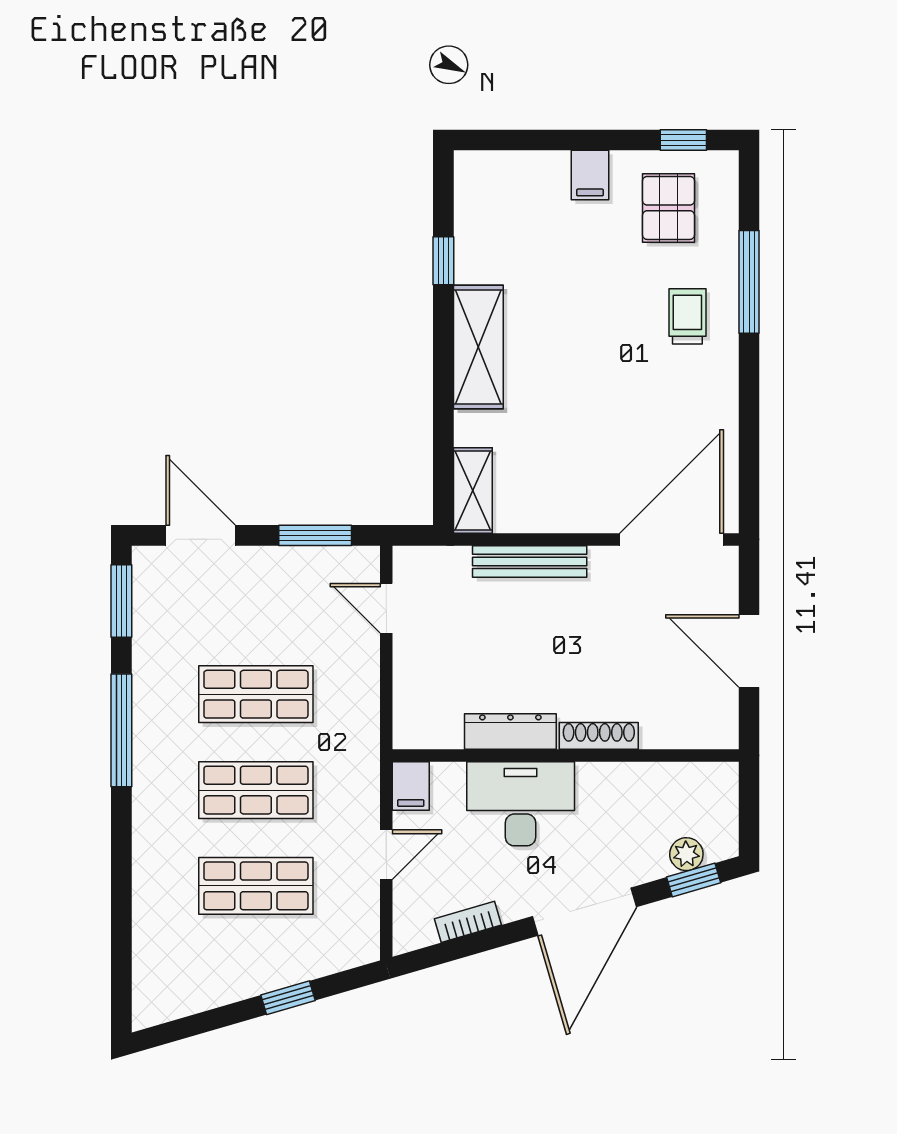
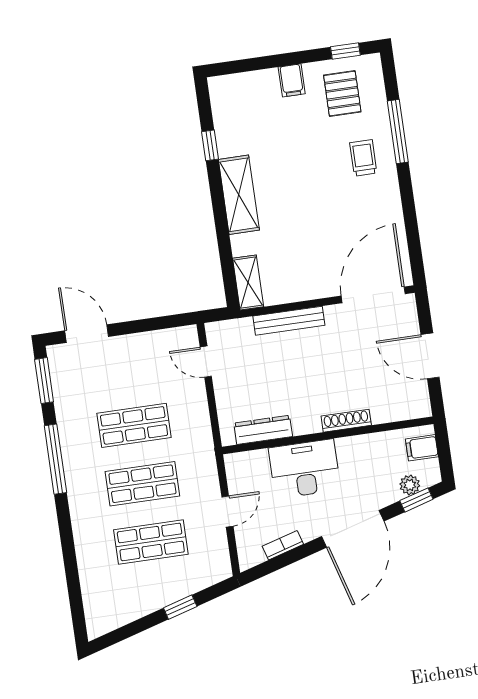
window: (315, 535) -> (156, 324), removed
dresser: (510, 731) -> (263, 430), moved
filing cabinet: (411, 786) -> (422, 448), moved, turned 90

